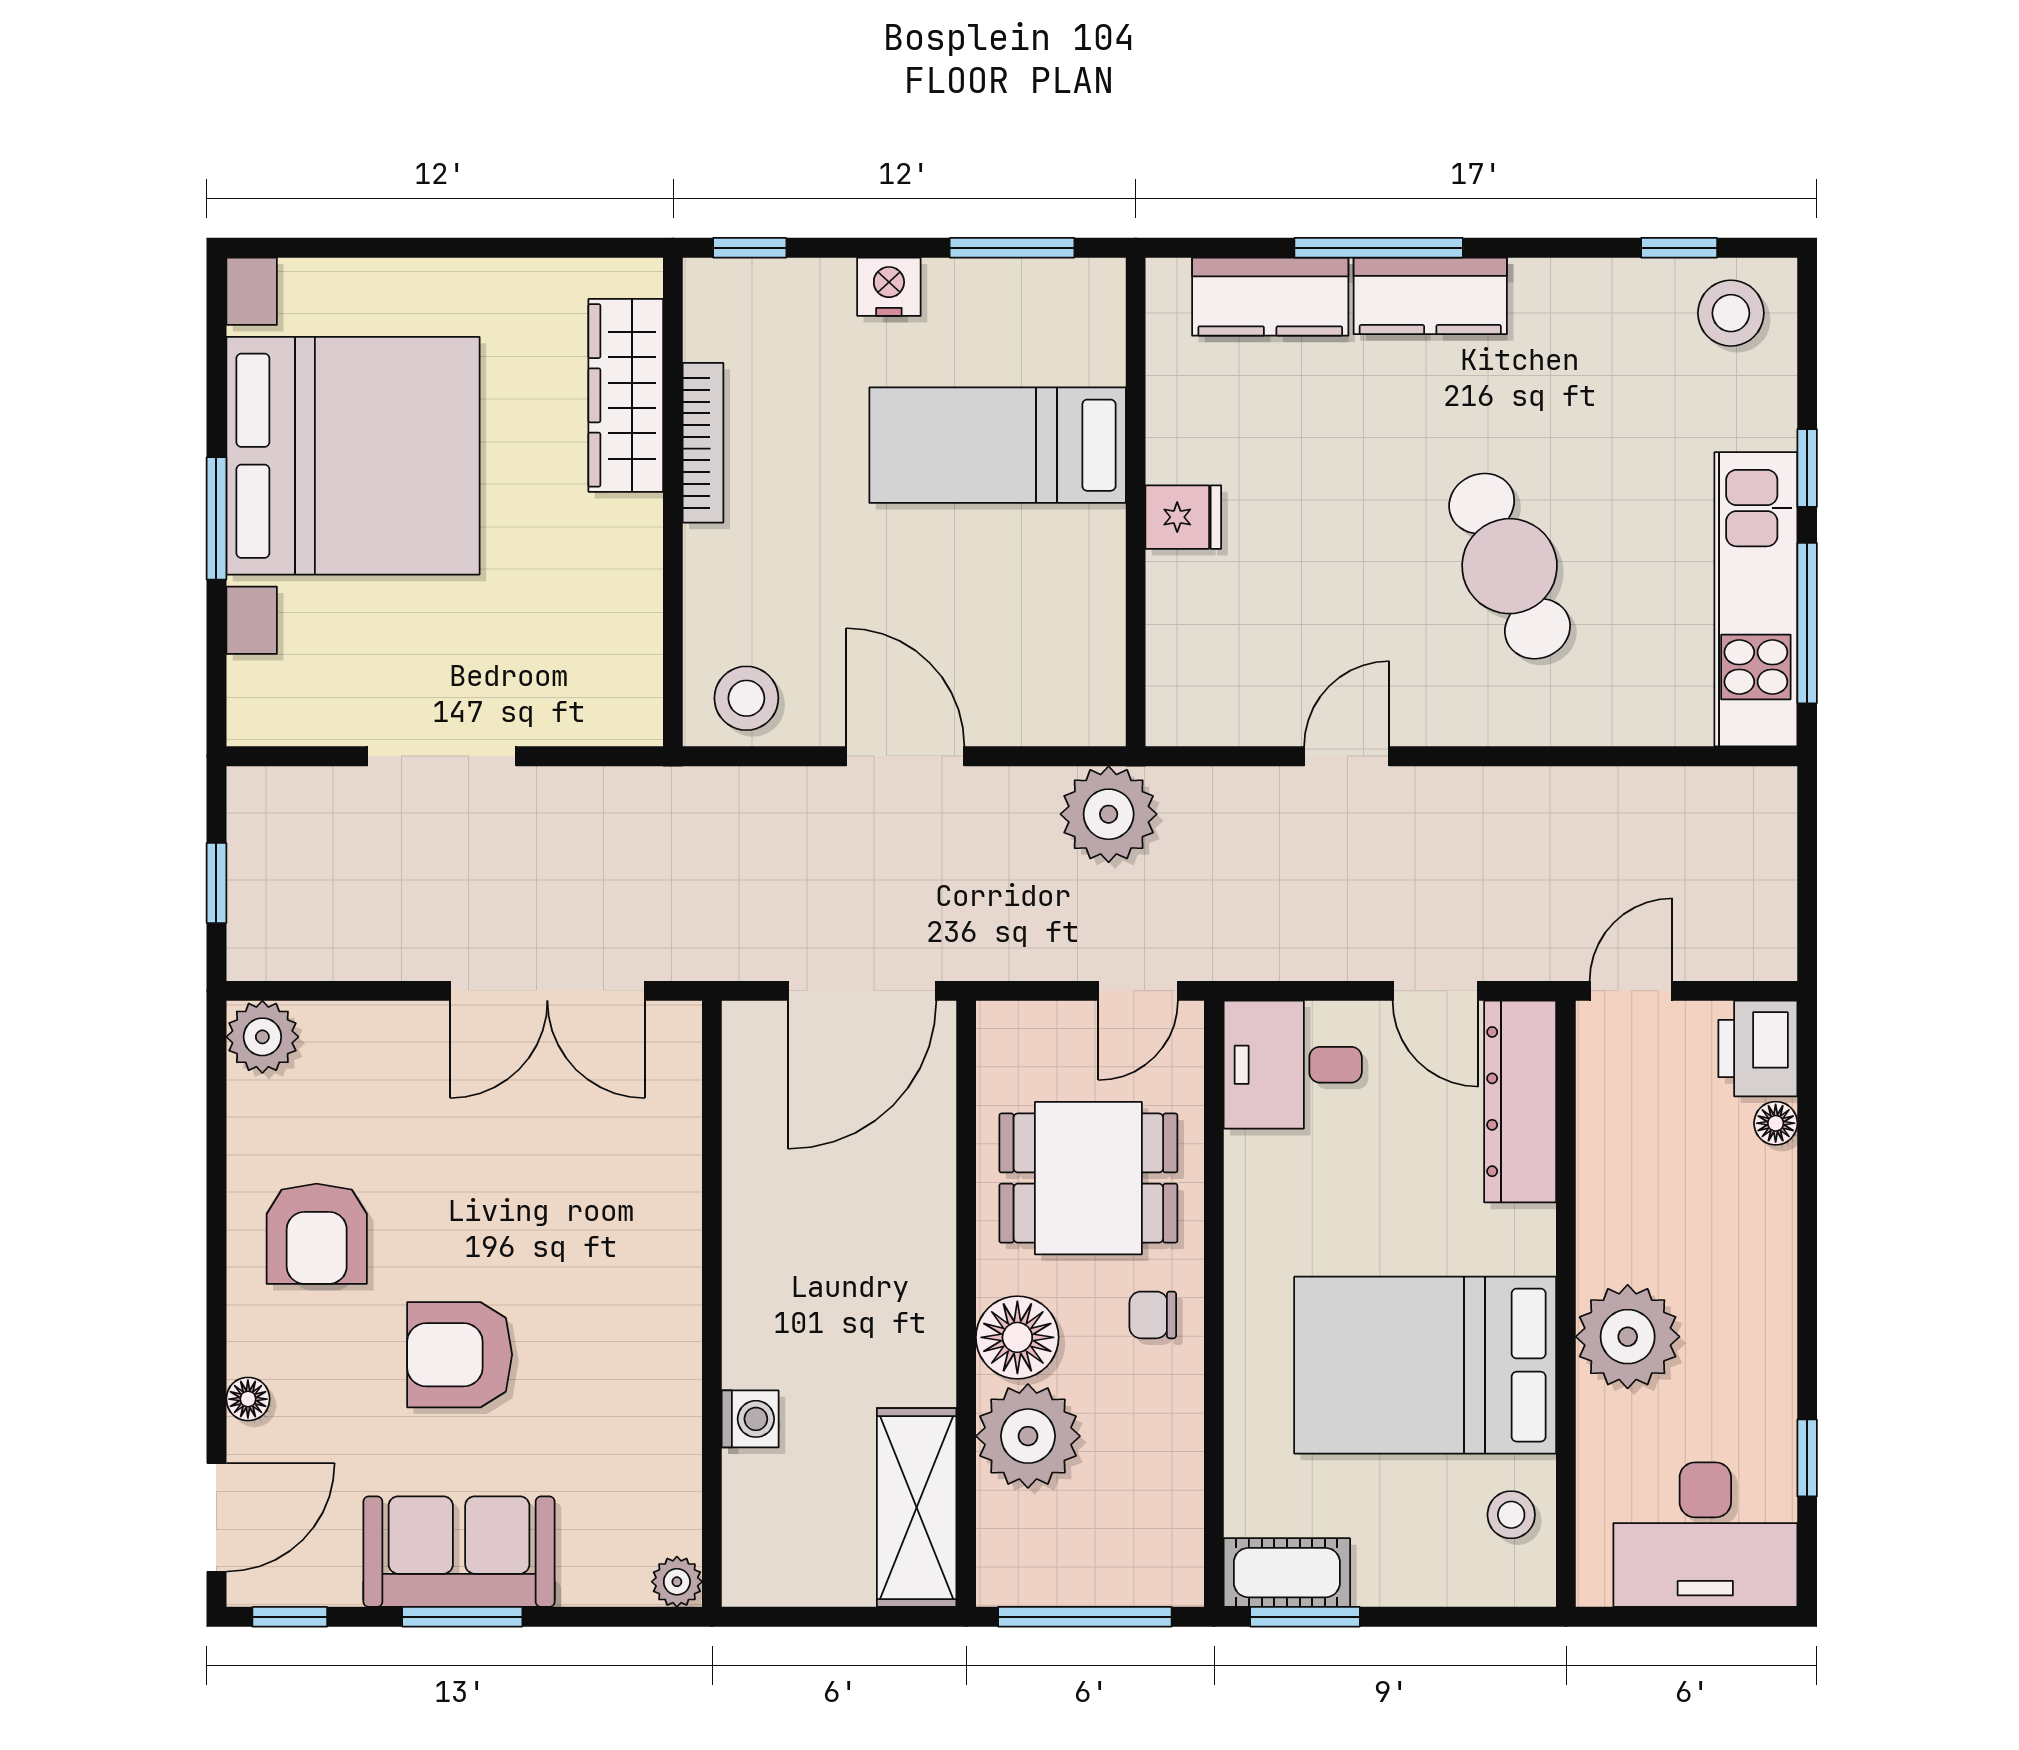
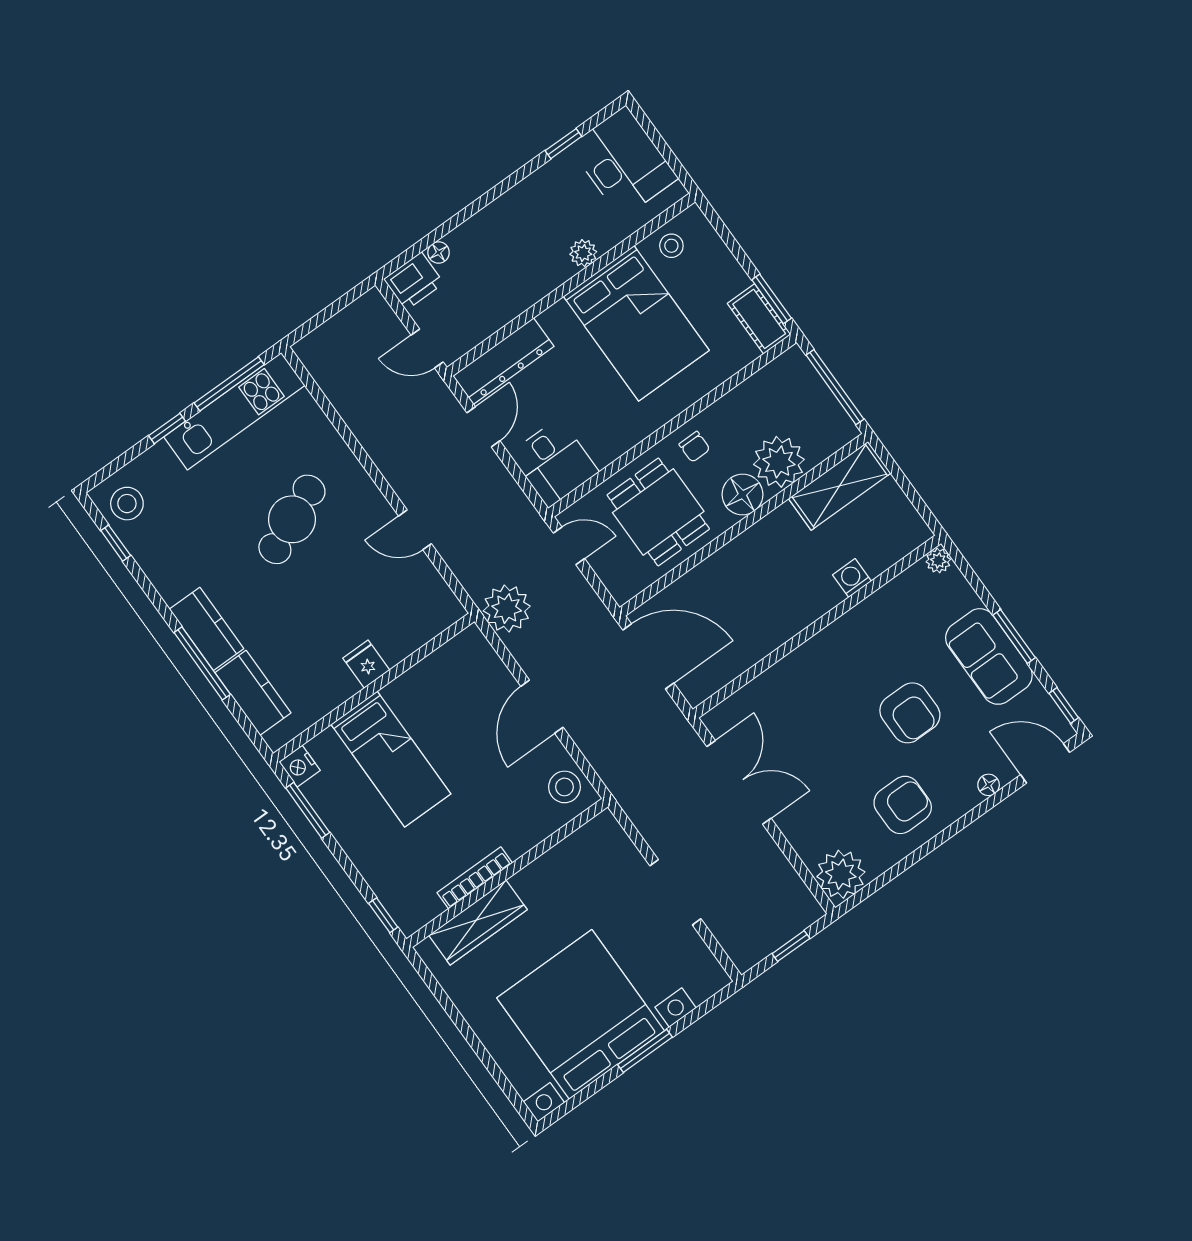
nightstand: (889, 287) -> (300, 766), moved
plant: (262, 1037) -> (841, 874), width x1.36, depth x1.36
plant: (1628, 1337) -> (583, 253), width x0.53, depth x0.53

